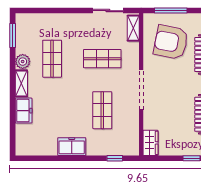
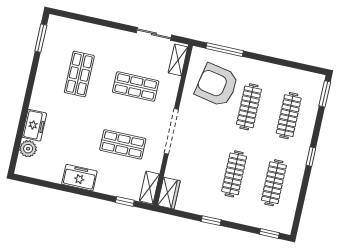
plant: (23, 62) -> (28, 149), moved
shelving: (21, 83) -> (149, 187), moved
shop shelf: (102, 110) -> (123, 144), turned 90

